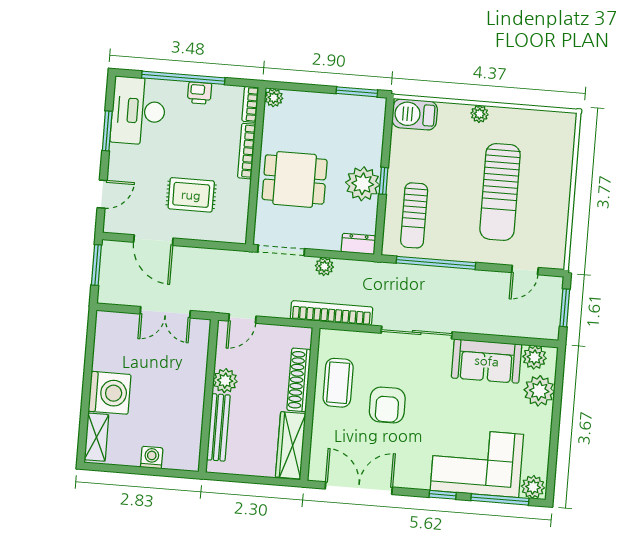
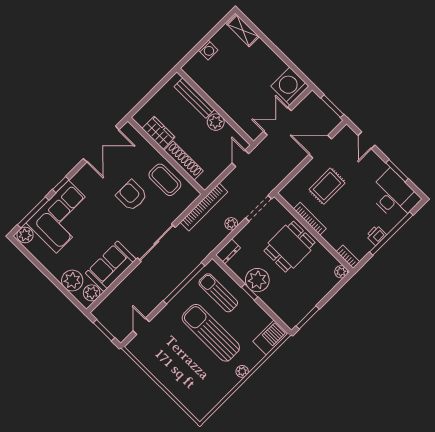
bookcase: (247, 151) -> (310, 219), moved
sun lounger: (500, 192) -> (211, 333), moved
washing machine: (110, 393) -> (290, 86), moved, turned 90
wardrobe: (291, 445) -> (159, 133), width x0.67

